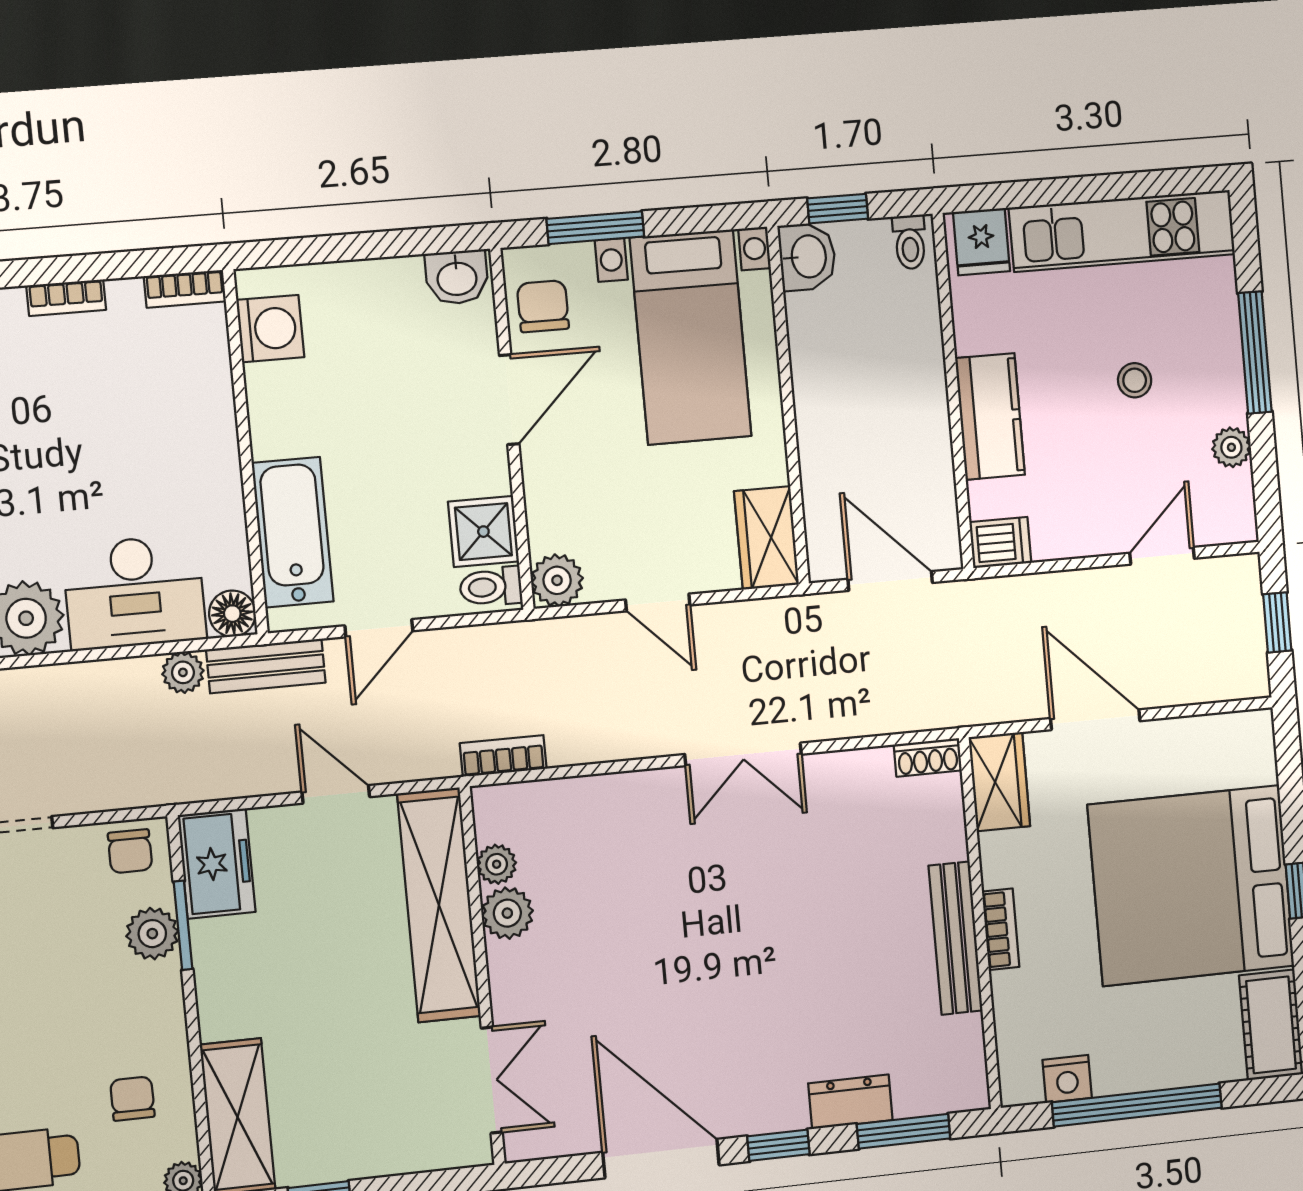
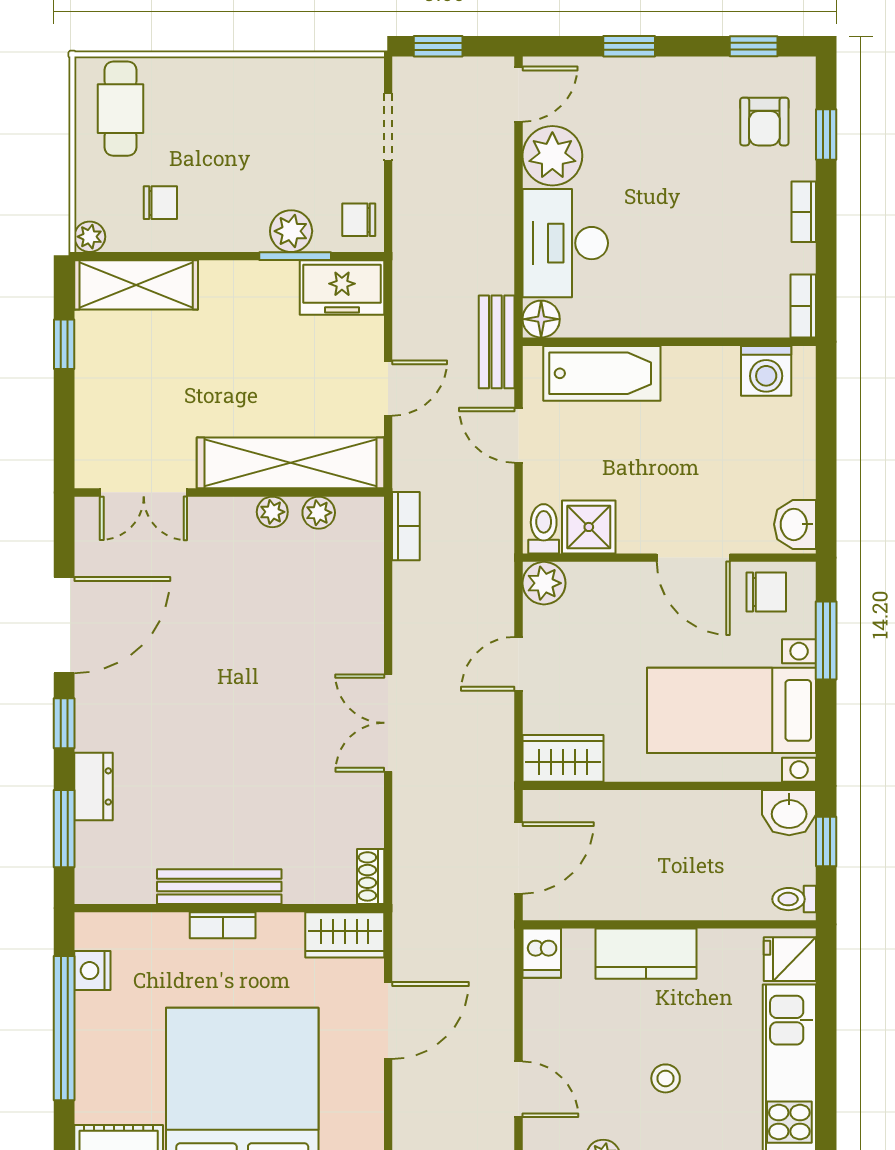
plant: (183, 672) -> (498, 275), removed
plant: (507, 913) -> (272, 512), width x0.73, depth x0.73

